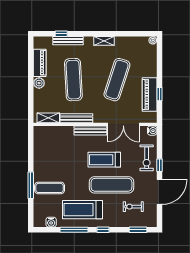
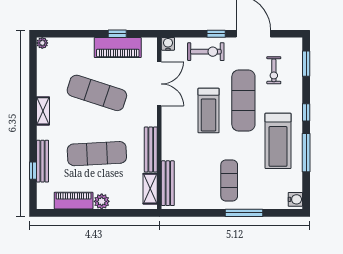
bench: (90, 130) -> (168, 183), moved
exercise mat: (50, 188) -> (229, 180), moved
water cooler: (51, 222) -> (295, 199), moved

